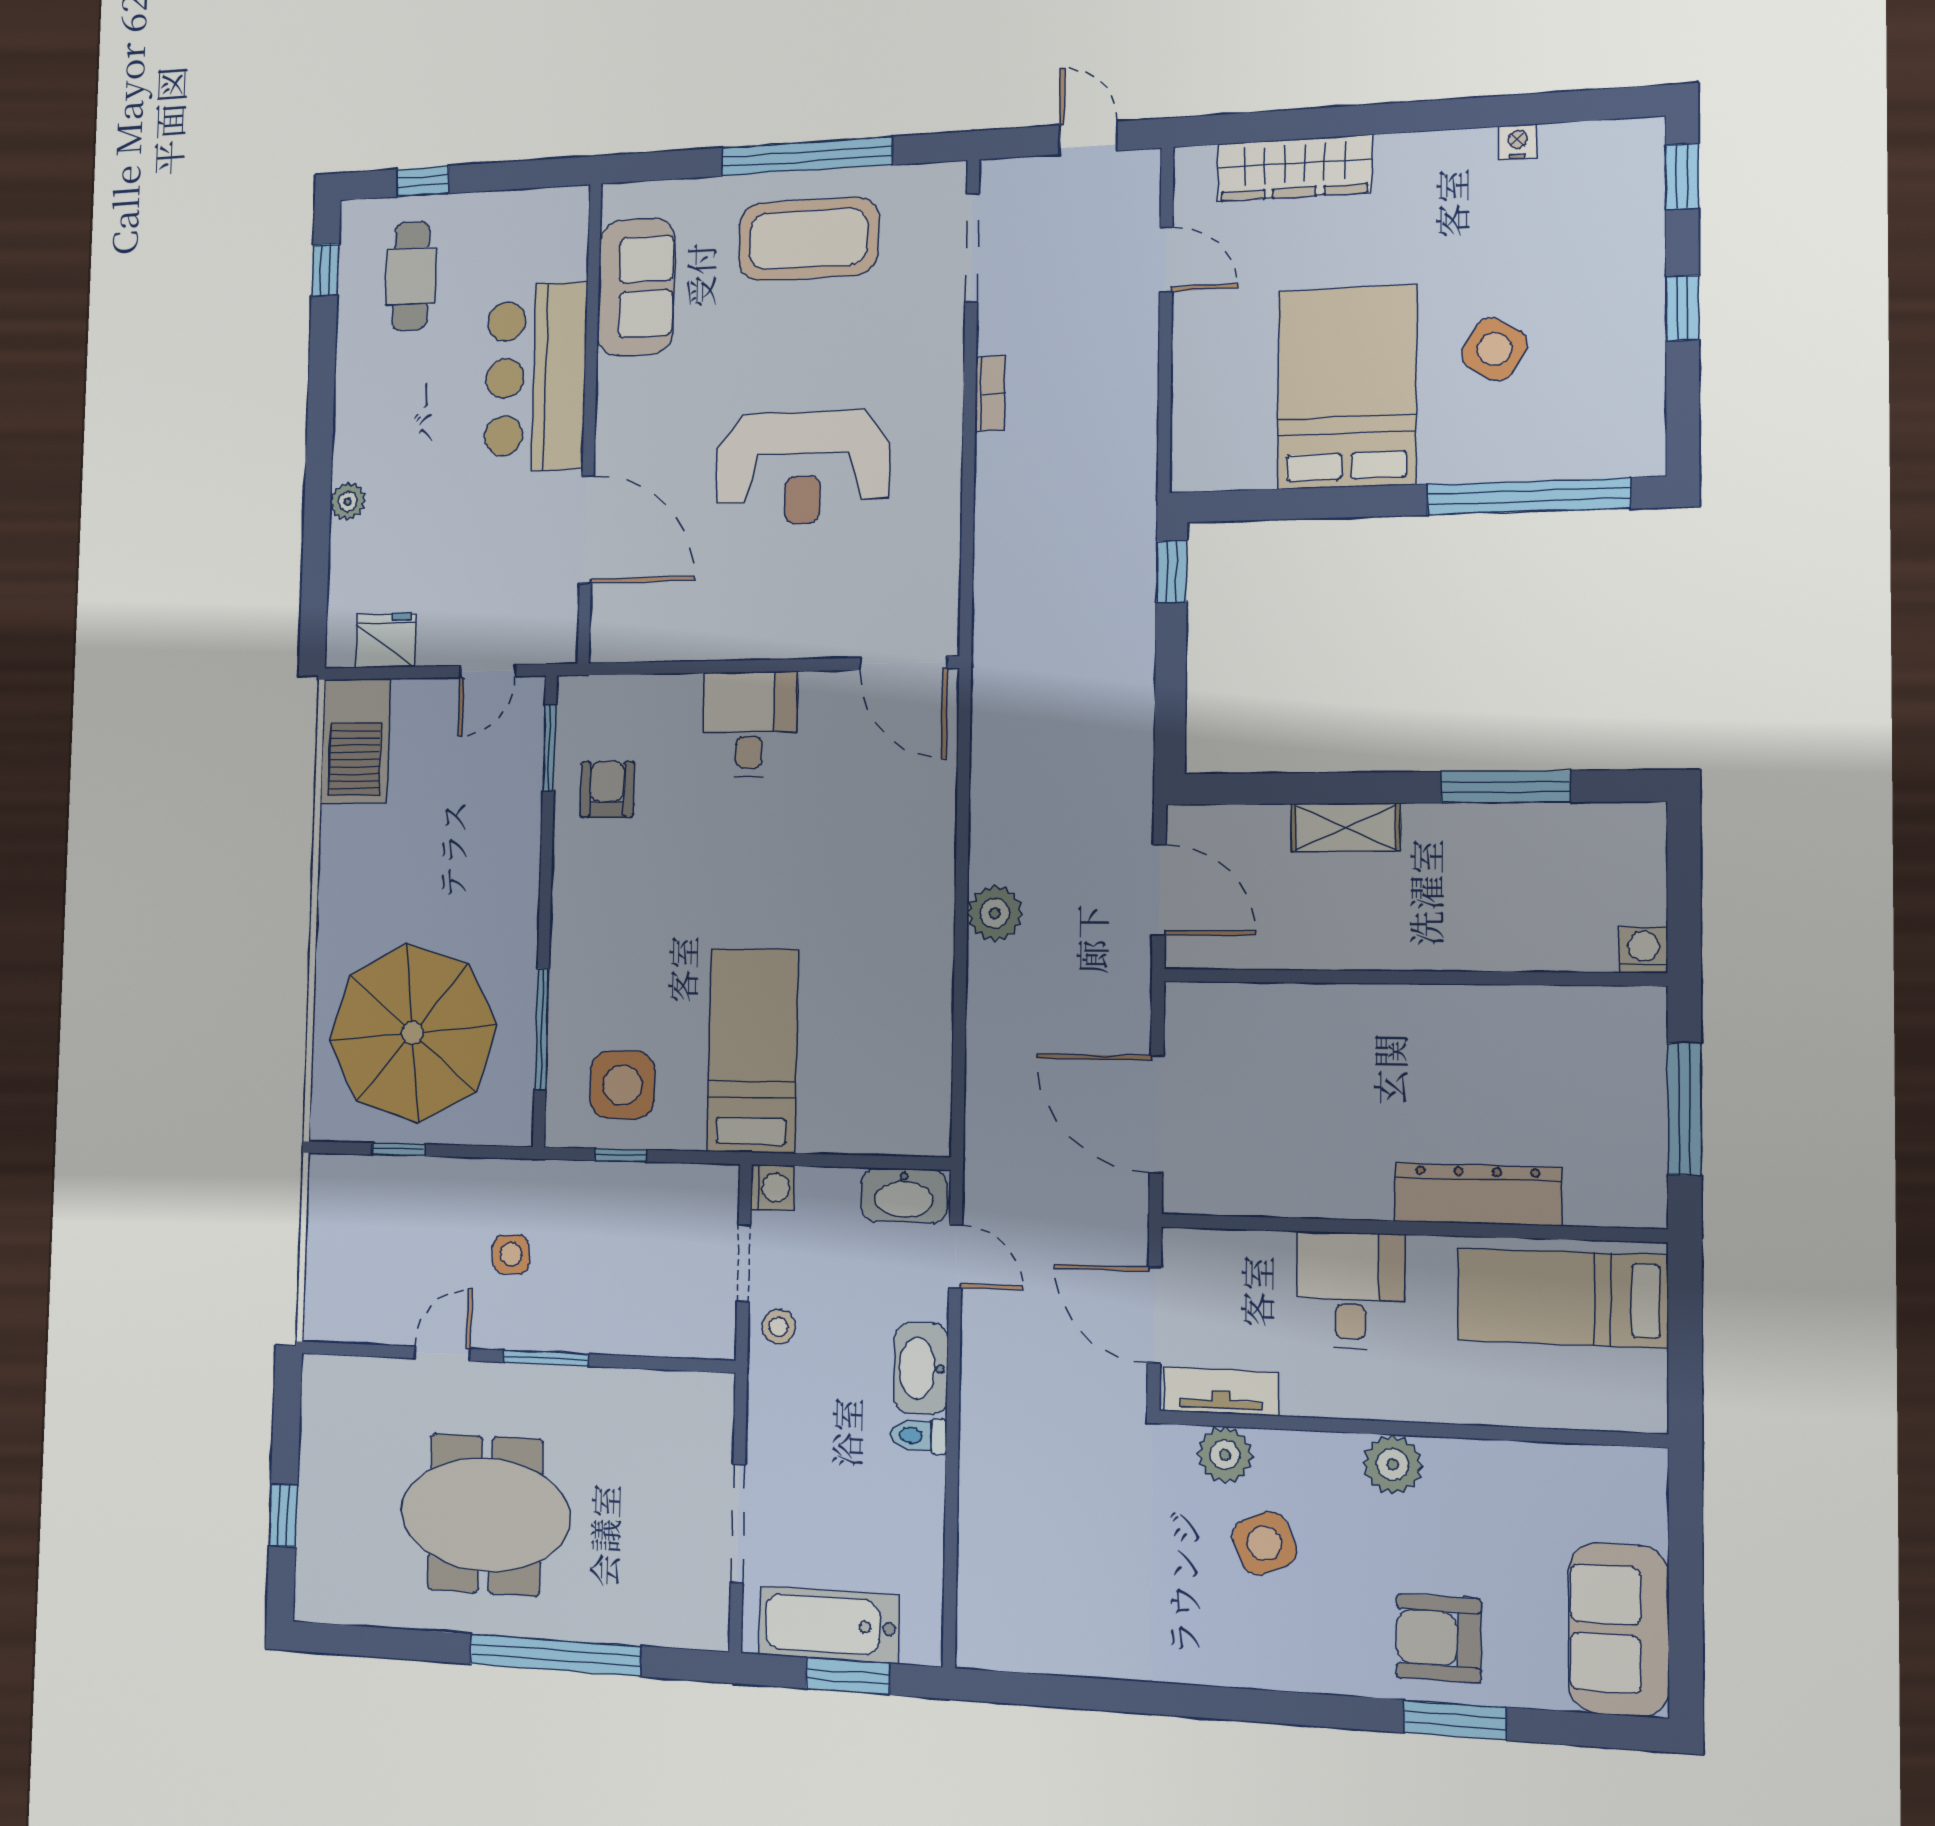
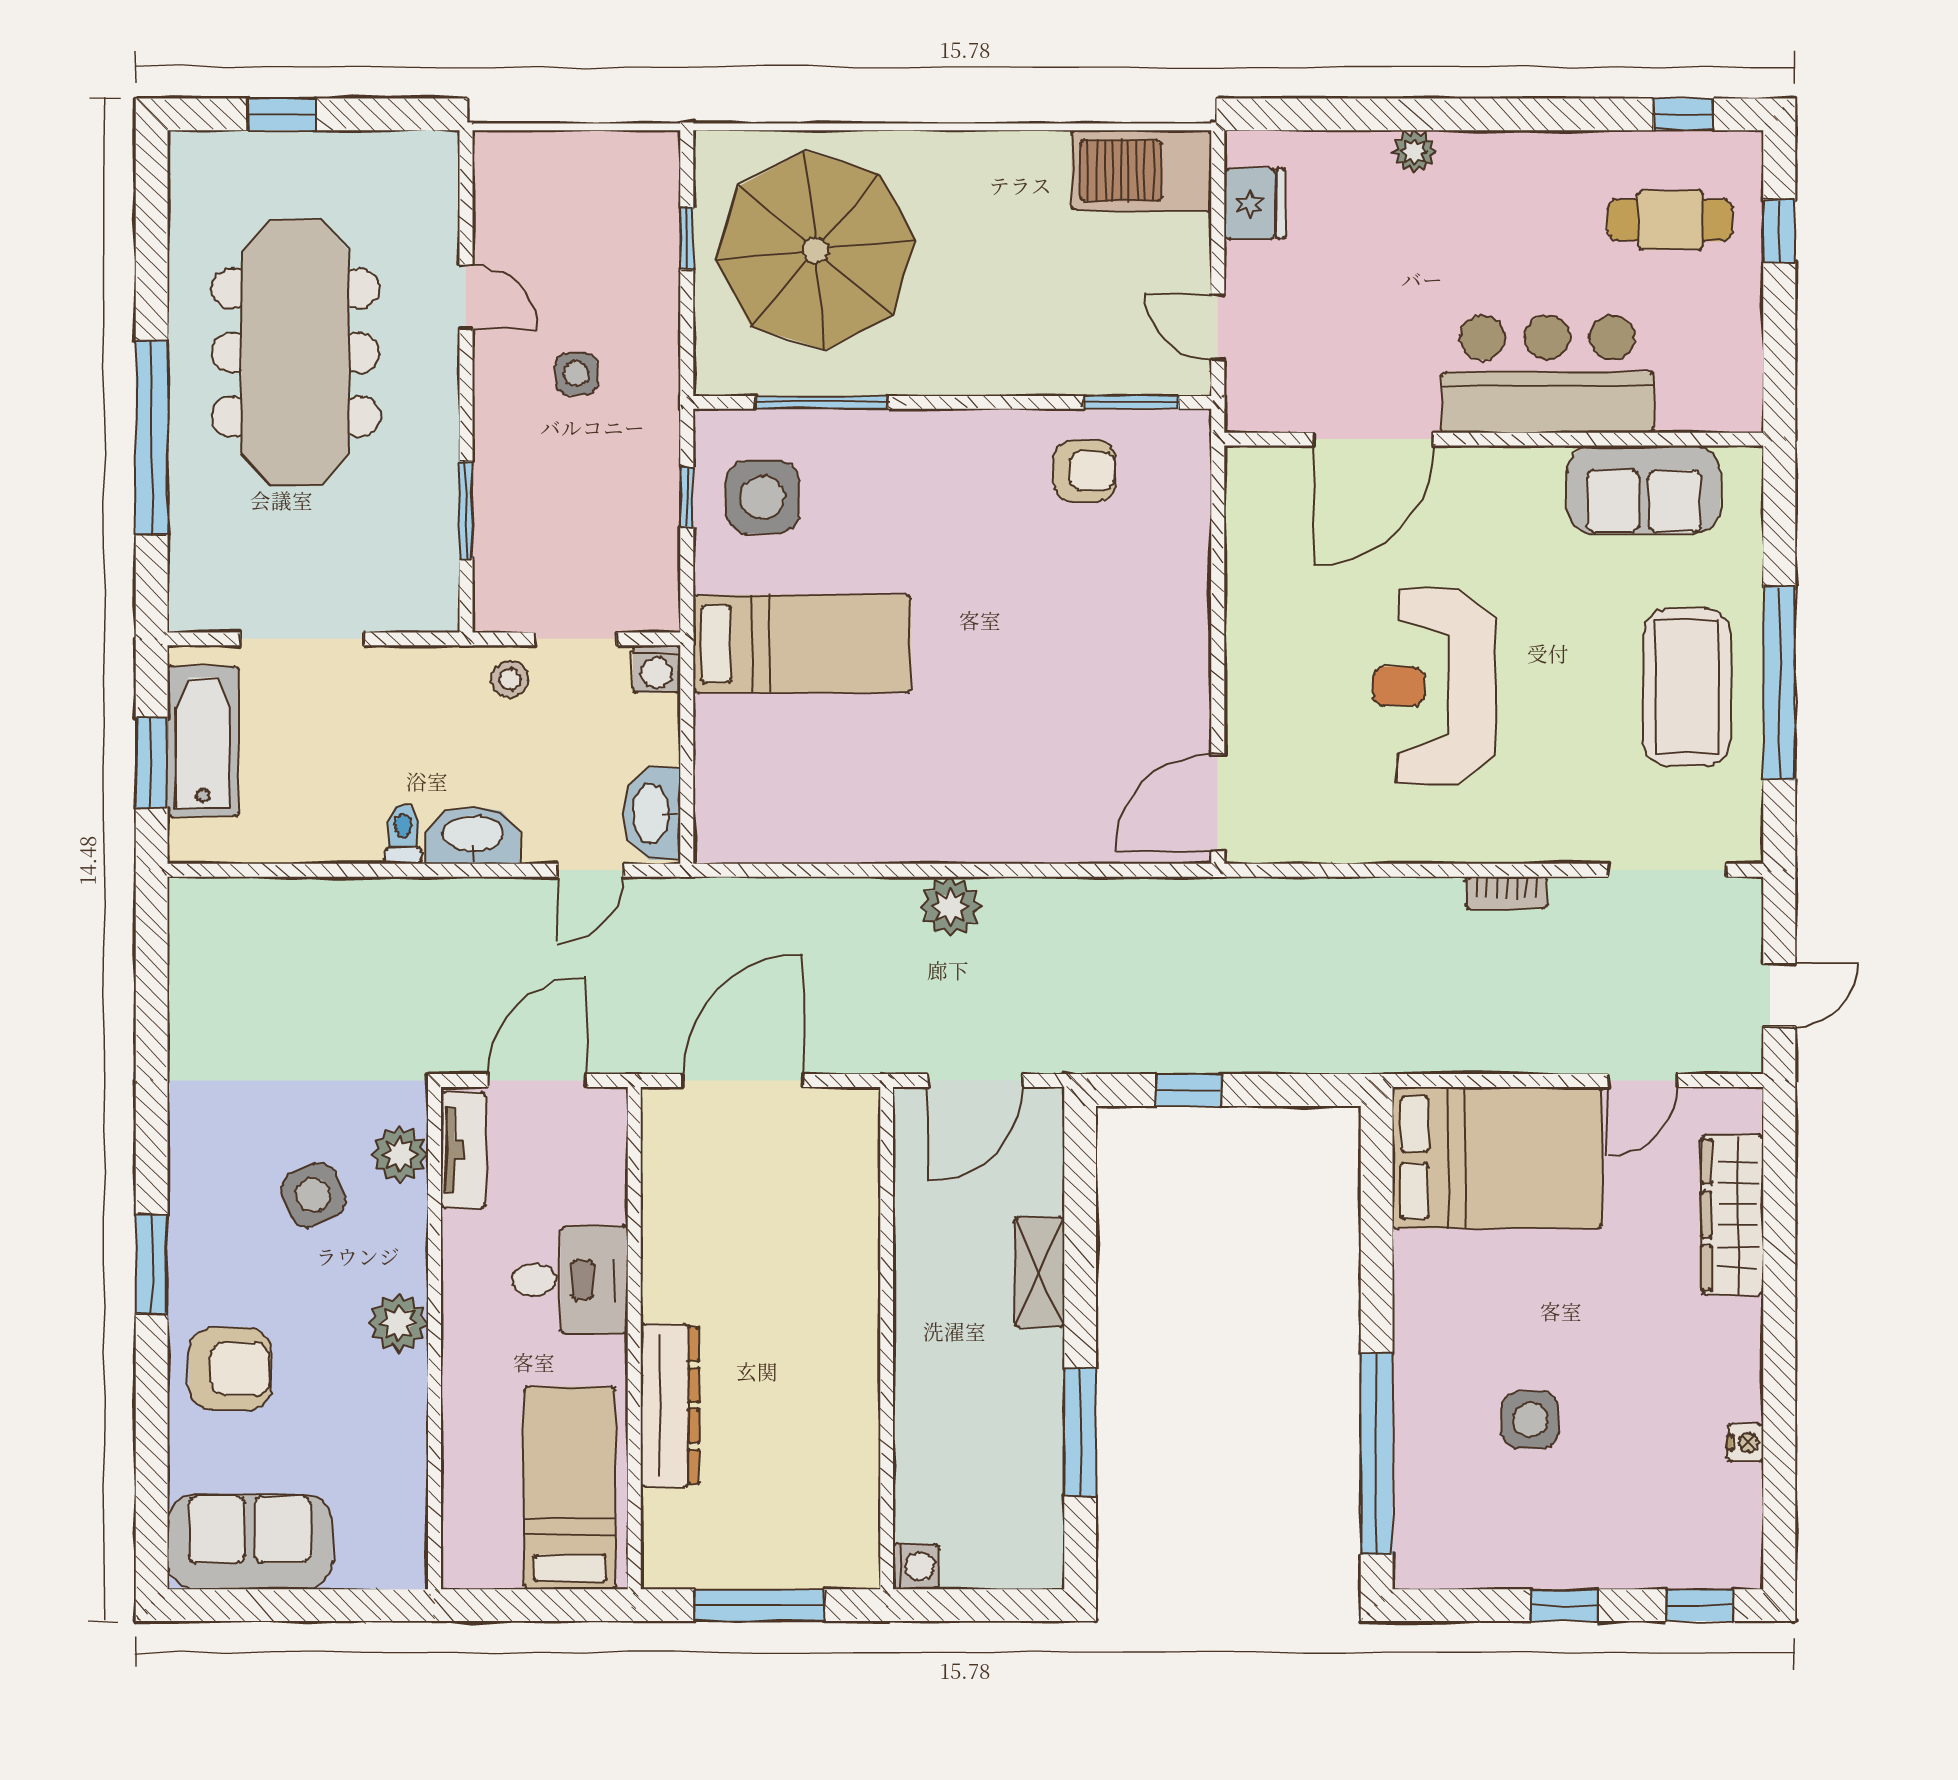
side table: (1494, 349) -> (1530, 1420), turned -31
bed: (1347, 387) -> (1497, 1158), moved
window: (1172, 572) -> (1188, 1090), moved
desk: (749, 724) -> (1155, 632), removed
window: (546, 1358) -> (466, 510), moved
meeting table: (485, 1515) -> (296, 353), width x1.36
armchair: (1439, 1638) -> (230, 1369), turned 90
window: (1455, 1720) -> (152, 1264), moved

